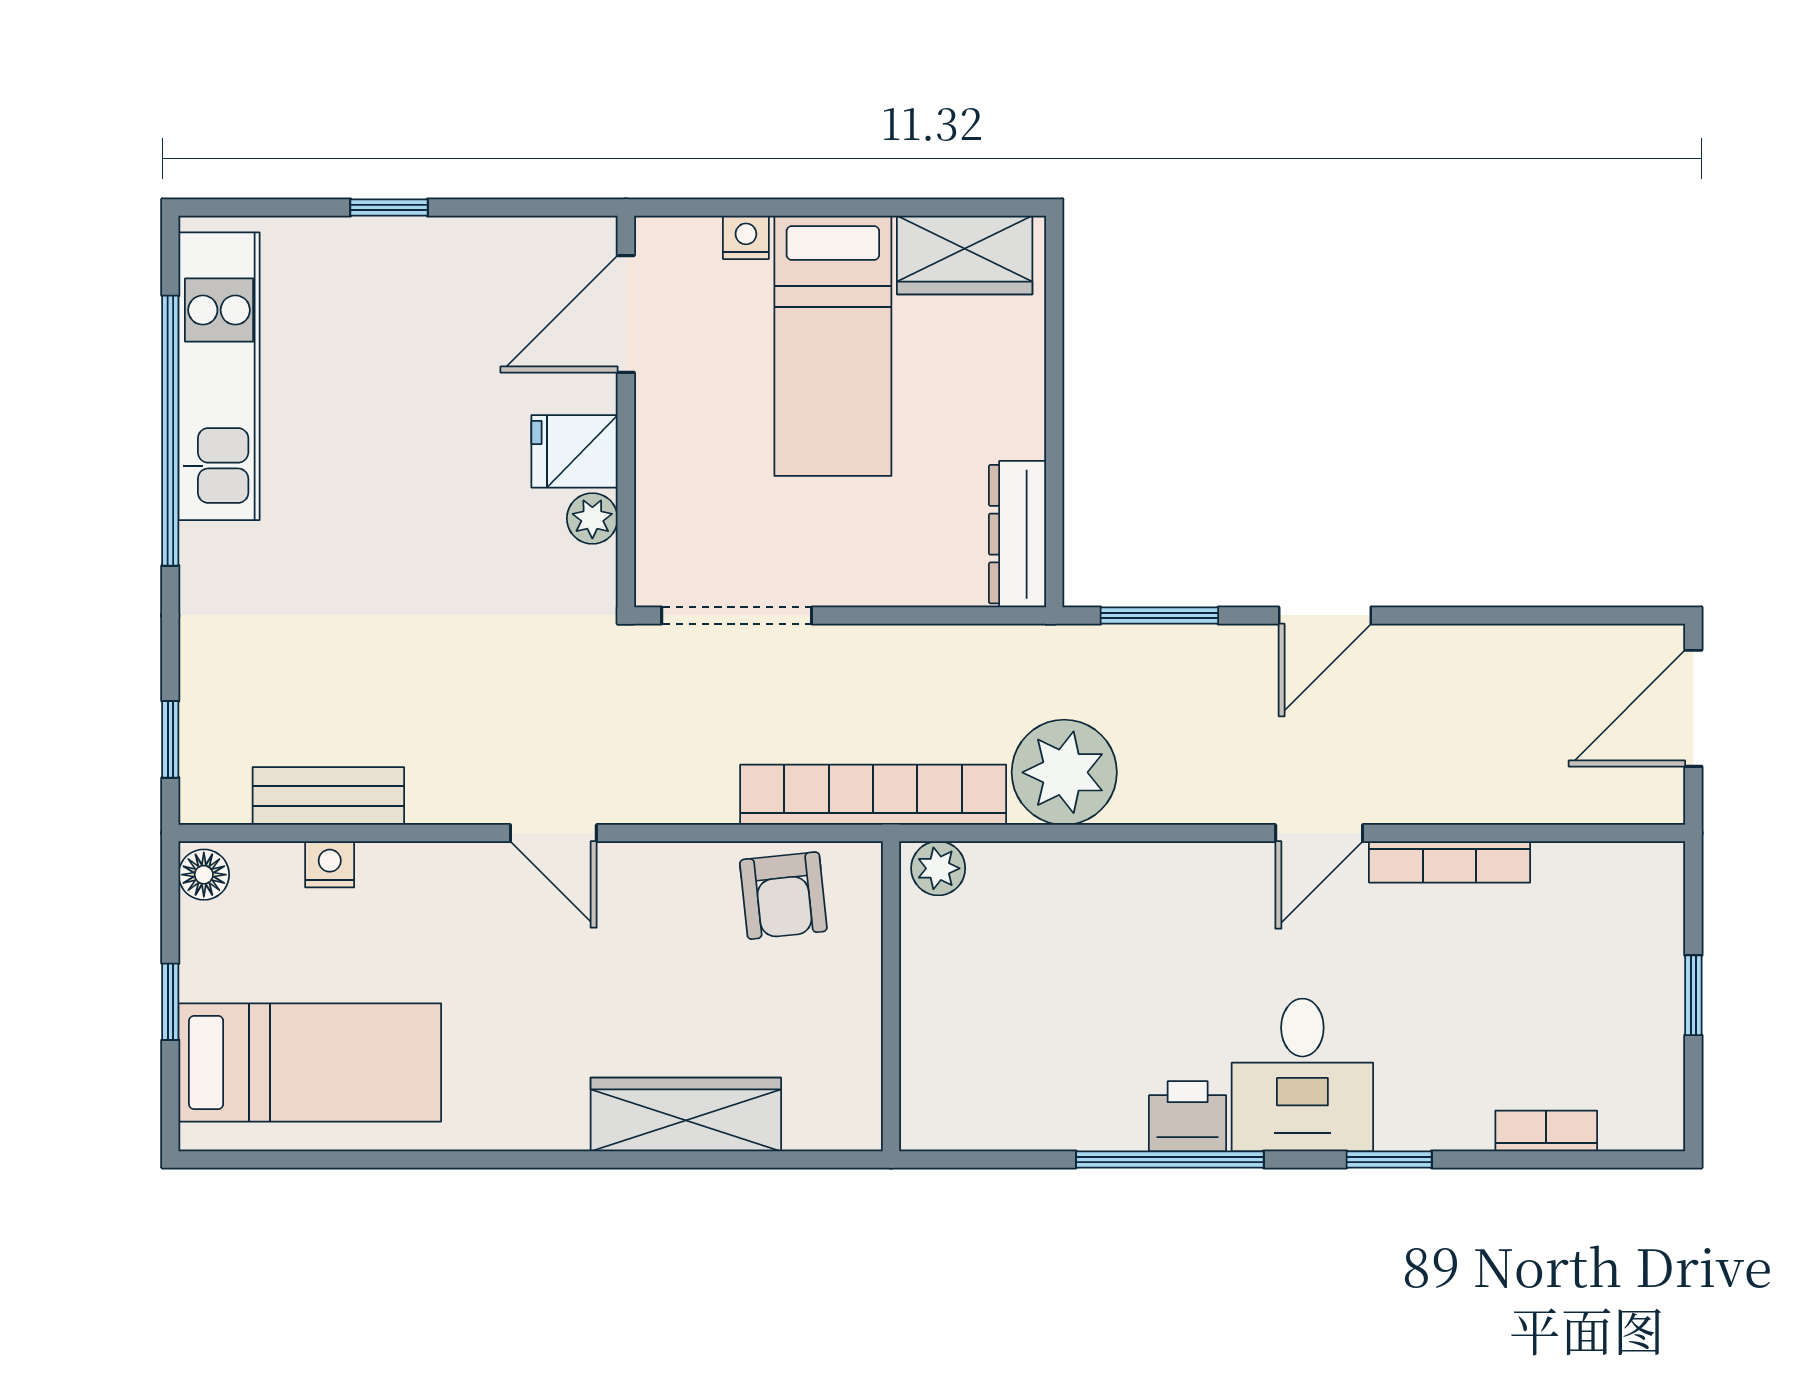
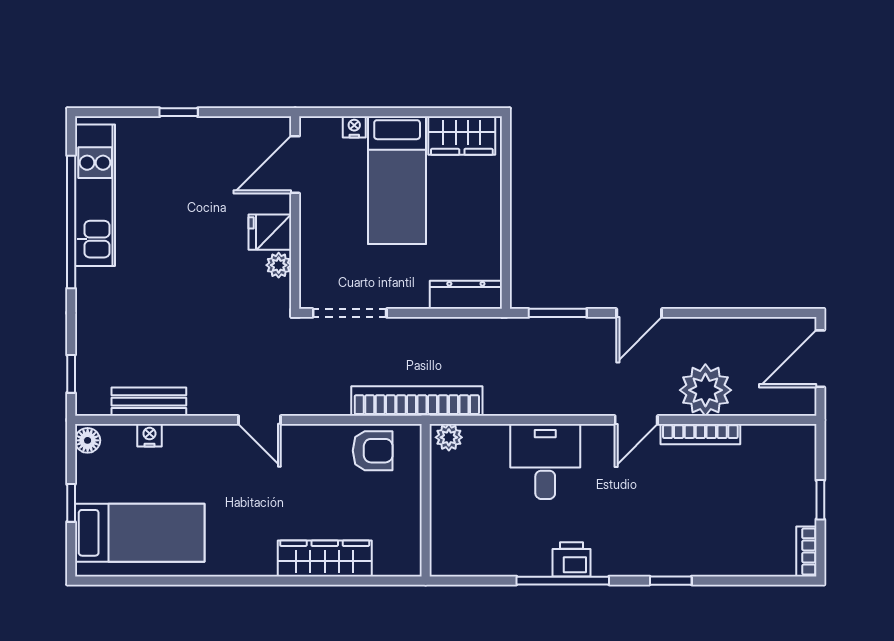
dresser: (1017, 534) -> (466, 295), moved, turned 90
plant: (1064, 772) -> (705, 390), moved
armchair: (783, 896) -> (373, 451), turned -84
desk: (1302, 1075) -> (545, 462), moved, turned 180
bookcase: (1546, 1131) -> (806, 551), moved, turned -90

